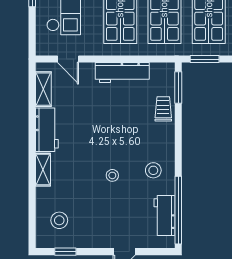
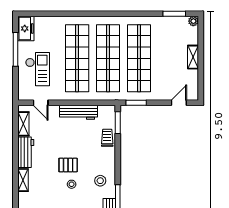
pallet: (107, 148) -> (68, 165), added

